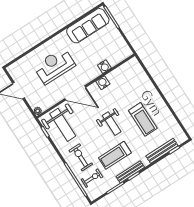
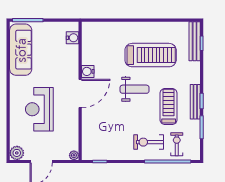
water cooler: (104, 67) -> (73, 38), moved
plant: (13, 70) -> (17, 153), added
door: (75, 93) -> (80, 94), moved
treadmill: (143, 119) -> (151, 55), width x1.37, depth x1.38
weight bench: (63, 125) -> (104, 139), removed
bench: (162, 151) -> (195, 41), moved
treadmill: (115, 155) -> (169, 106), turned 180

